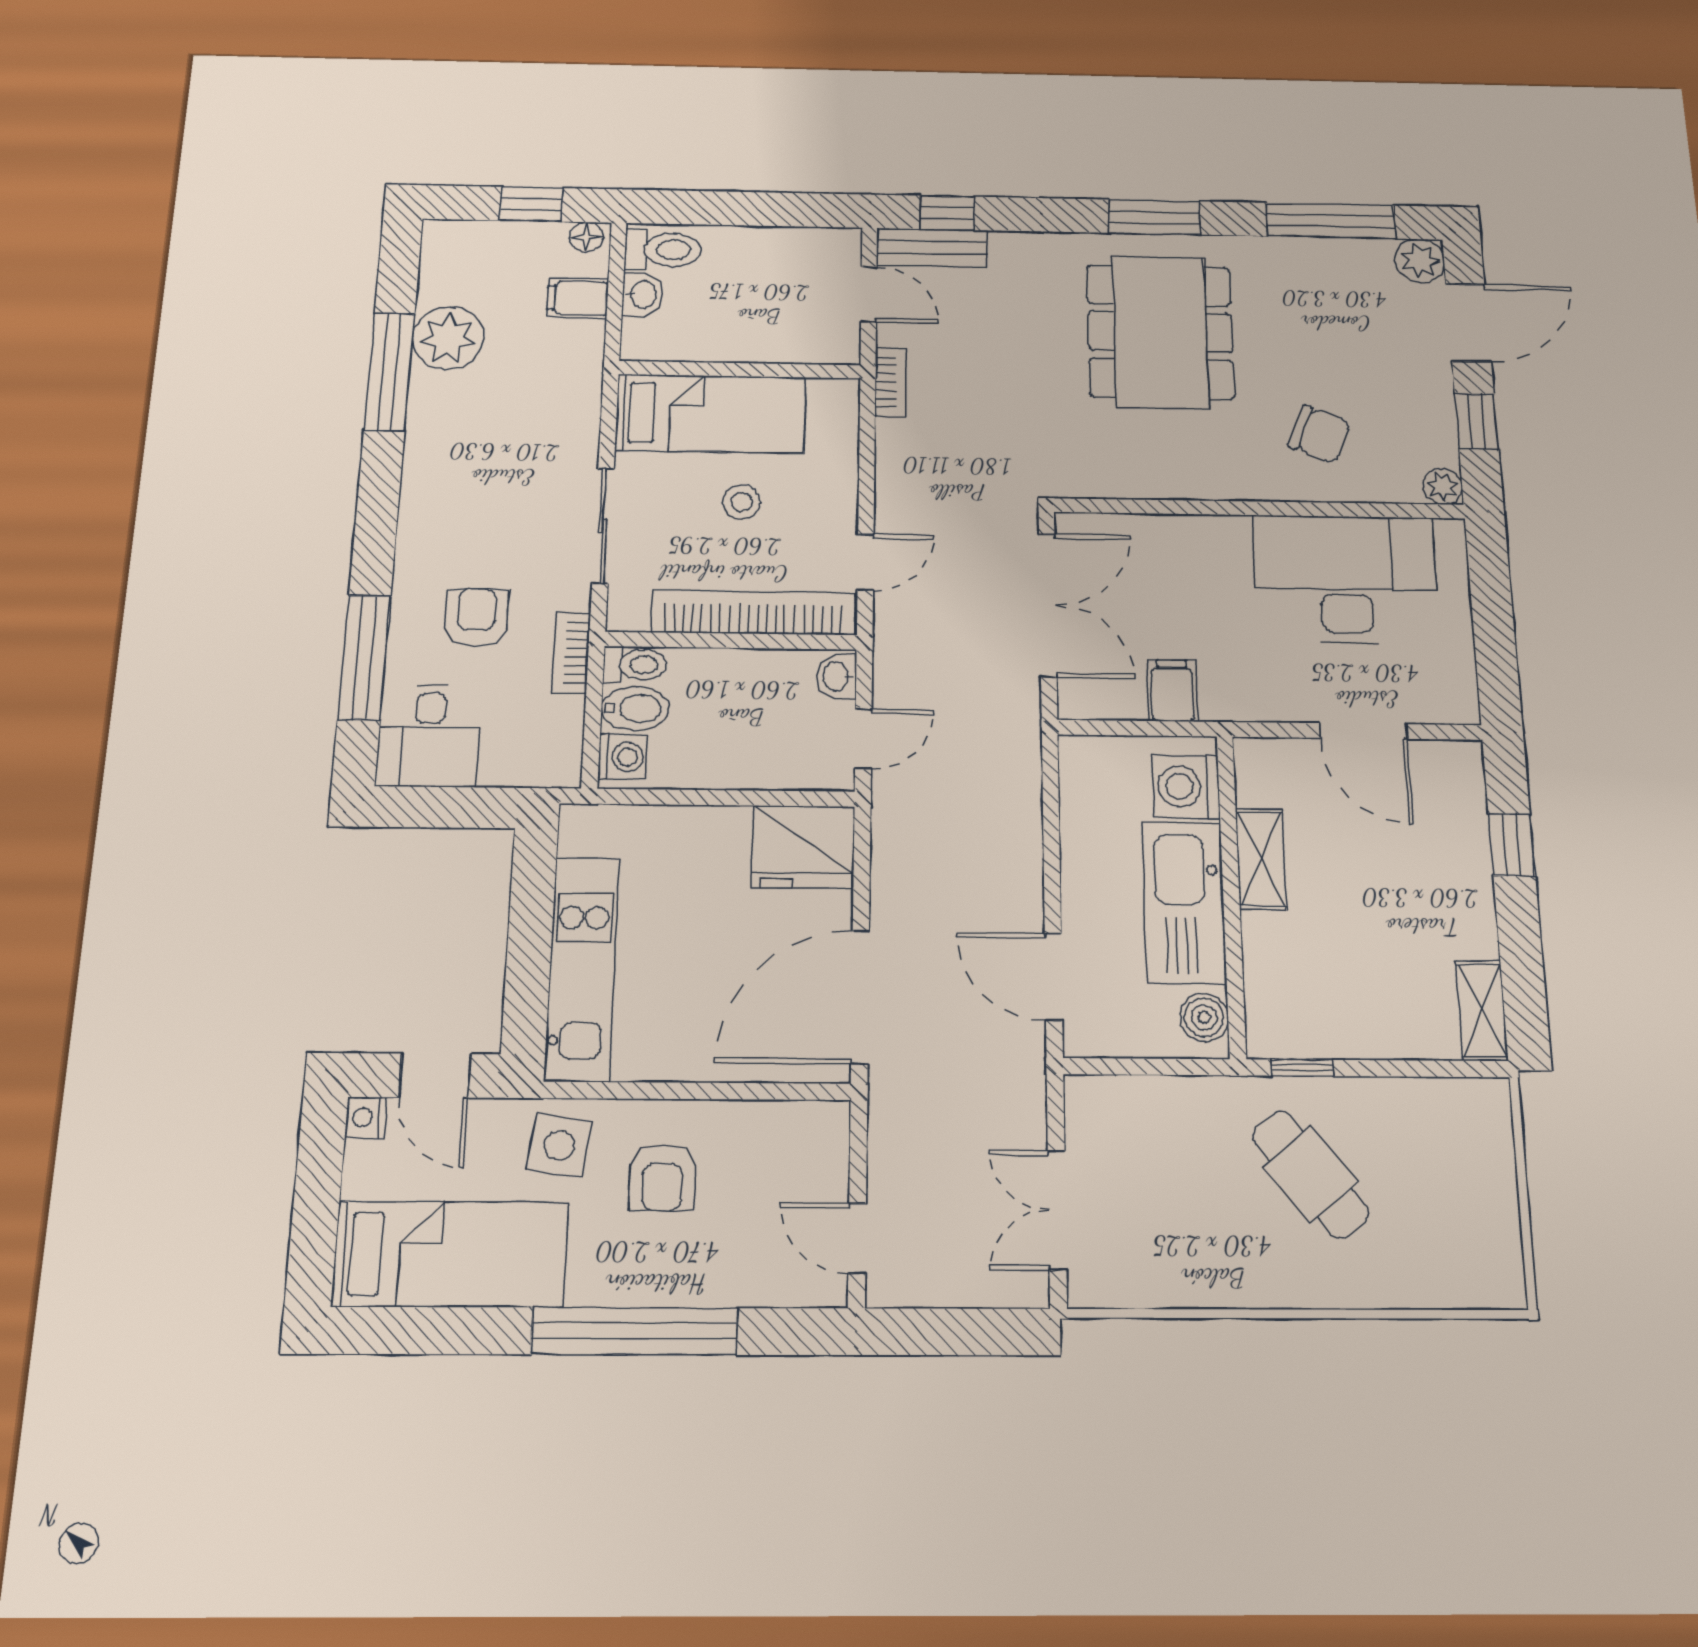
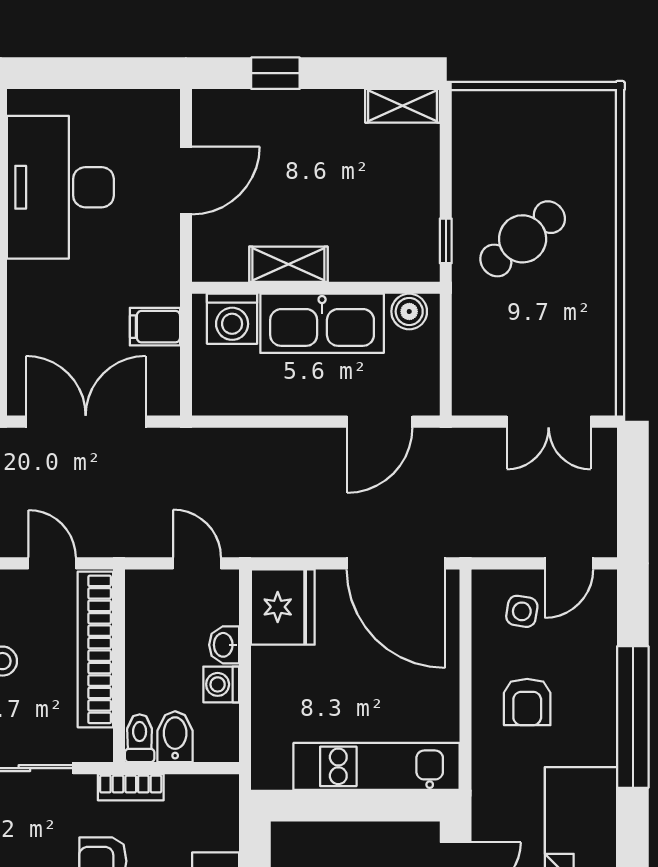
washbasin: (837, 676) -> (224, 645), moved, turned 90
washing machine: (623, 757) -> (221, 684), moved, turned -90
side table: (559, 1146) -> (522, 611), moved, width x0.73, depth x0.73
armchair: (662, 1178) -> (527, 702), turned 90

